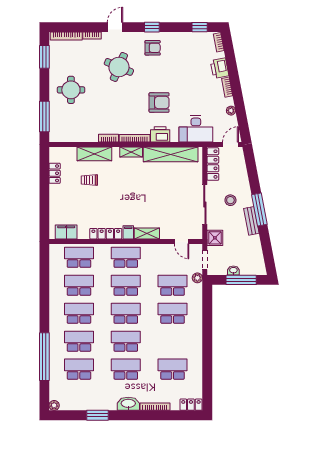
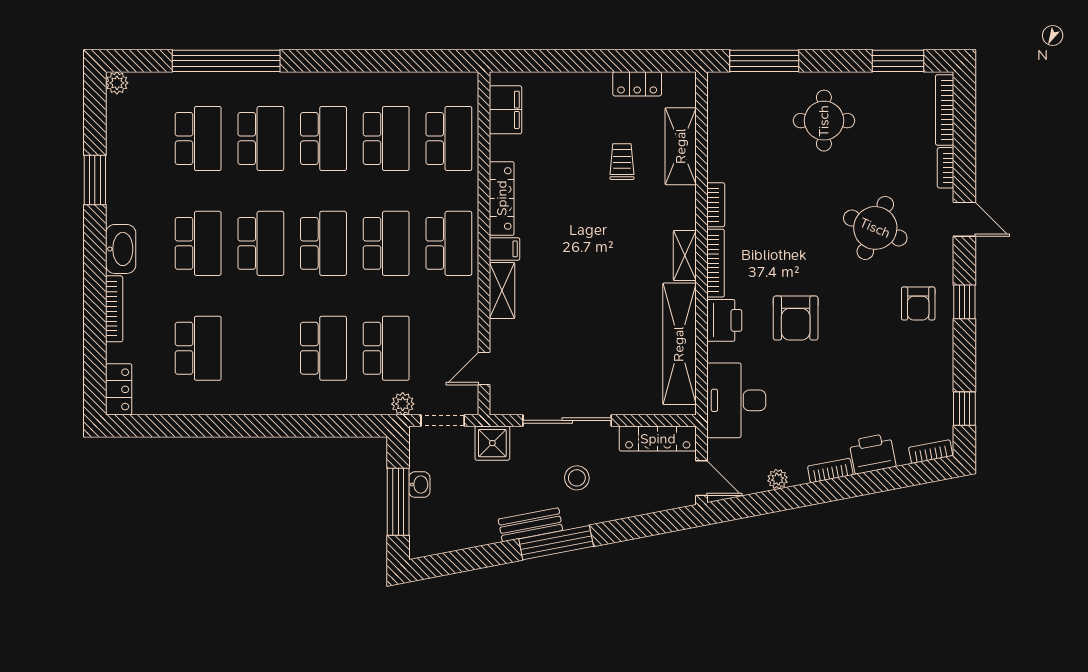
shelving: (94, 154) -> (681, 146), moved

